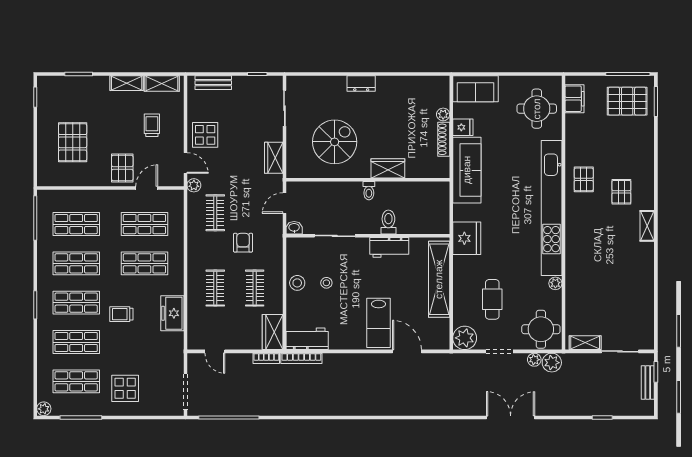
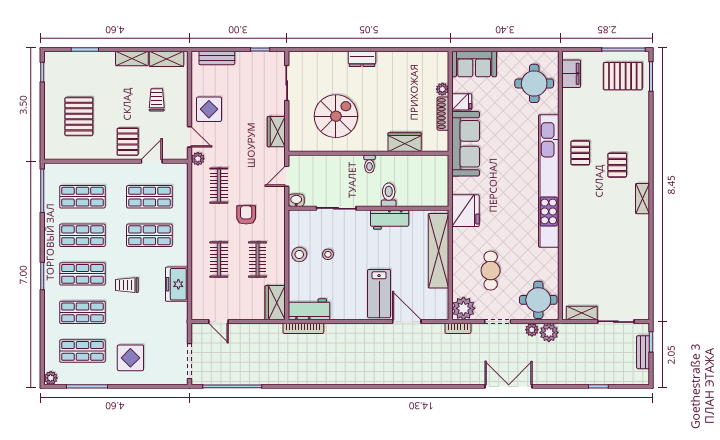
wardrobe: (388, 168) -> (405, 142), moved
plant: (555, 283) -> (552, 255), removed
bookcase: (266, 358) -> (458, 328), moved

